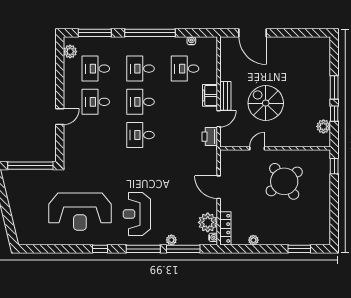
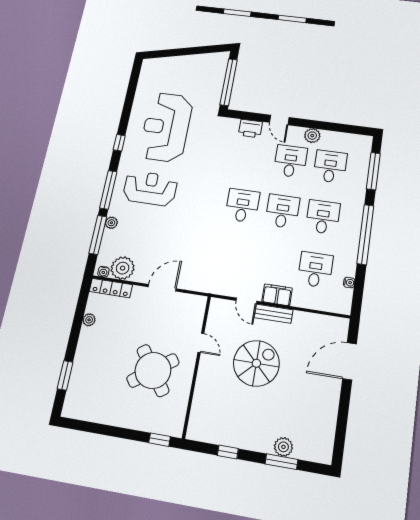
plant: (70, 52) -> (312, 136), moved
window: (334, 87) -> (282, 462), moved
plant: (323, 126) -> (283, 447), moved
printer: (210, 137) -> (250, 129), moved, turned 180

